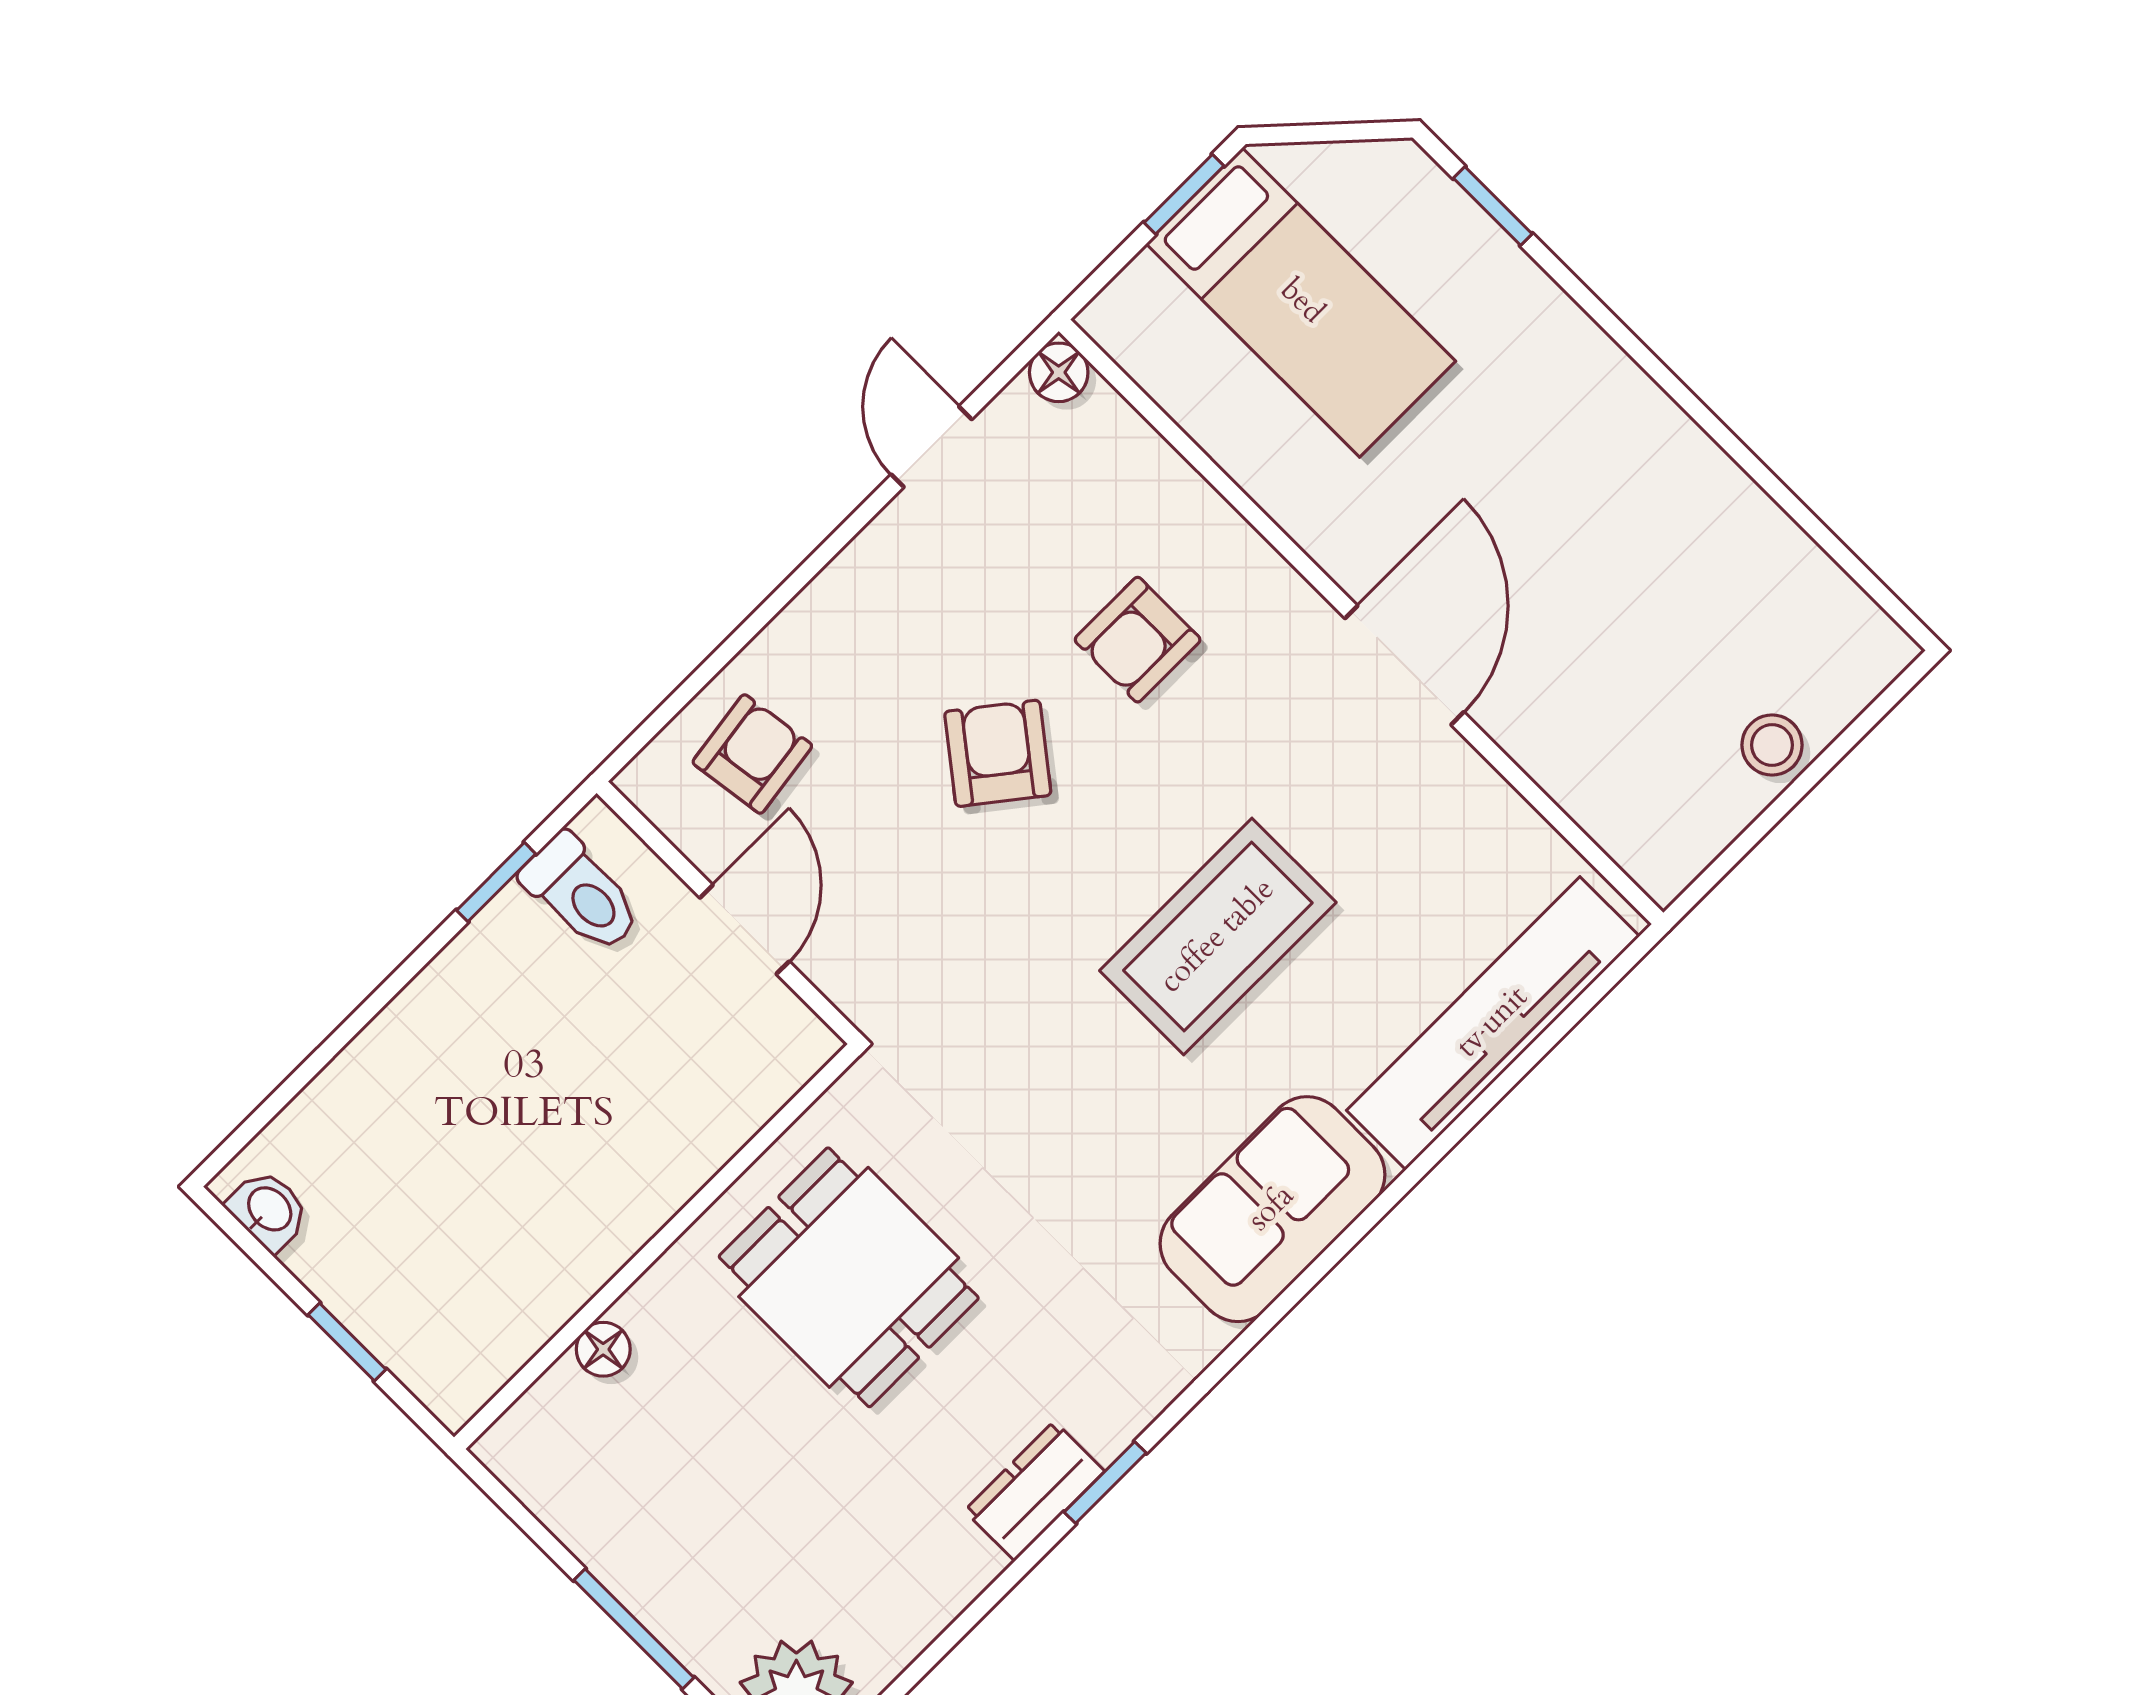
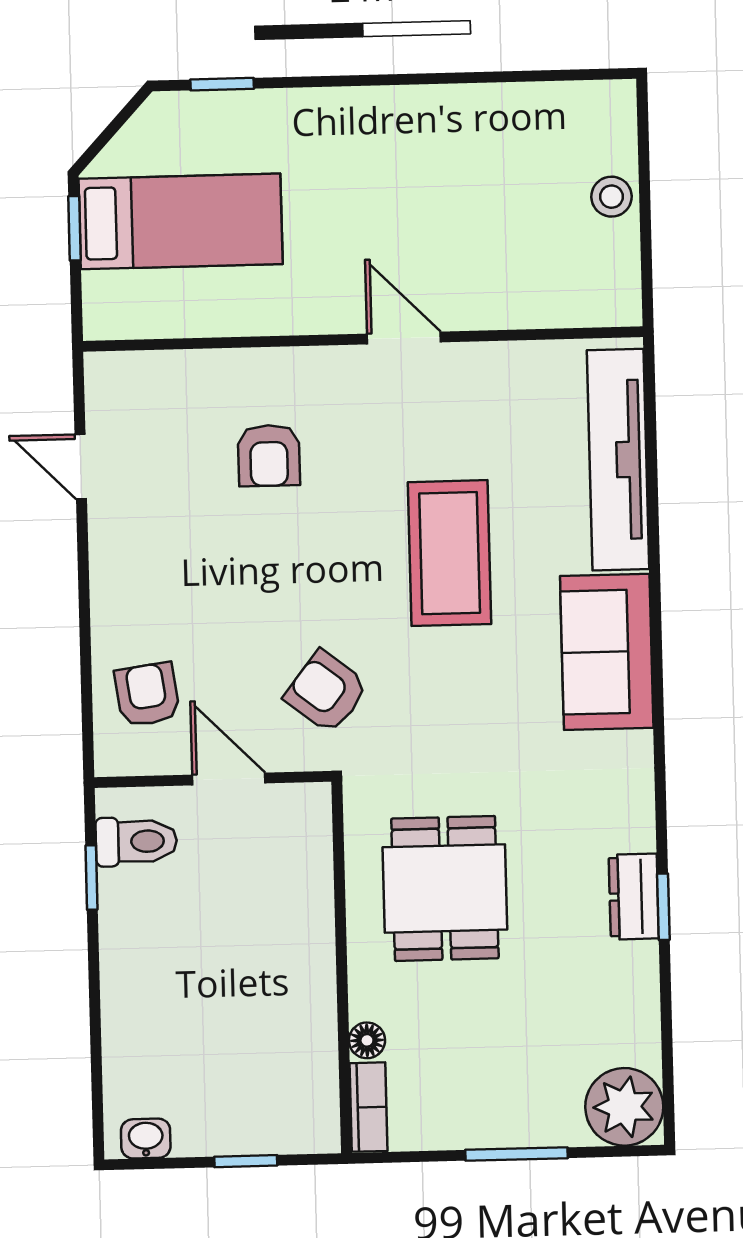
floor lamp: (1059, 372) -> (103, 371), removed
door: (1404, 665) -> (404, 338), width x0.73
armchair: (998, 753) -> (326, 692), moved
dining table: (849, 1277) -> (445, 888), turned 90
bookcase: (532, 1420) -> (369, 1107), added
window: (1105, 1482) -> (663, 907), moved

